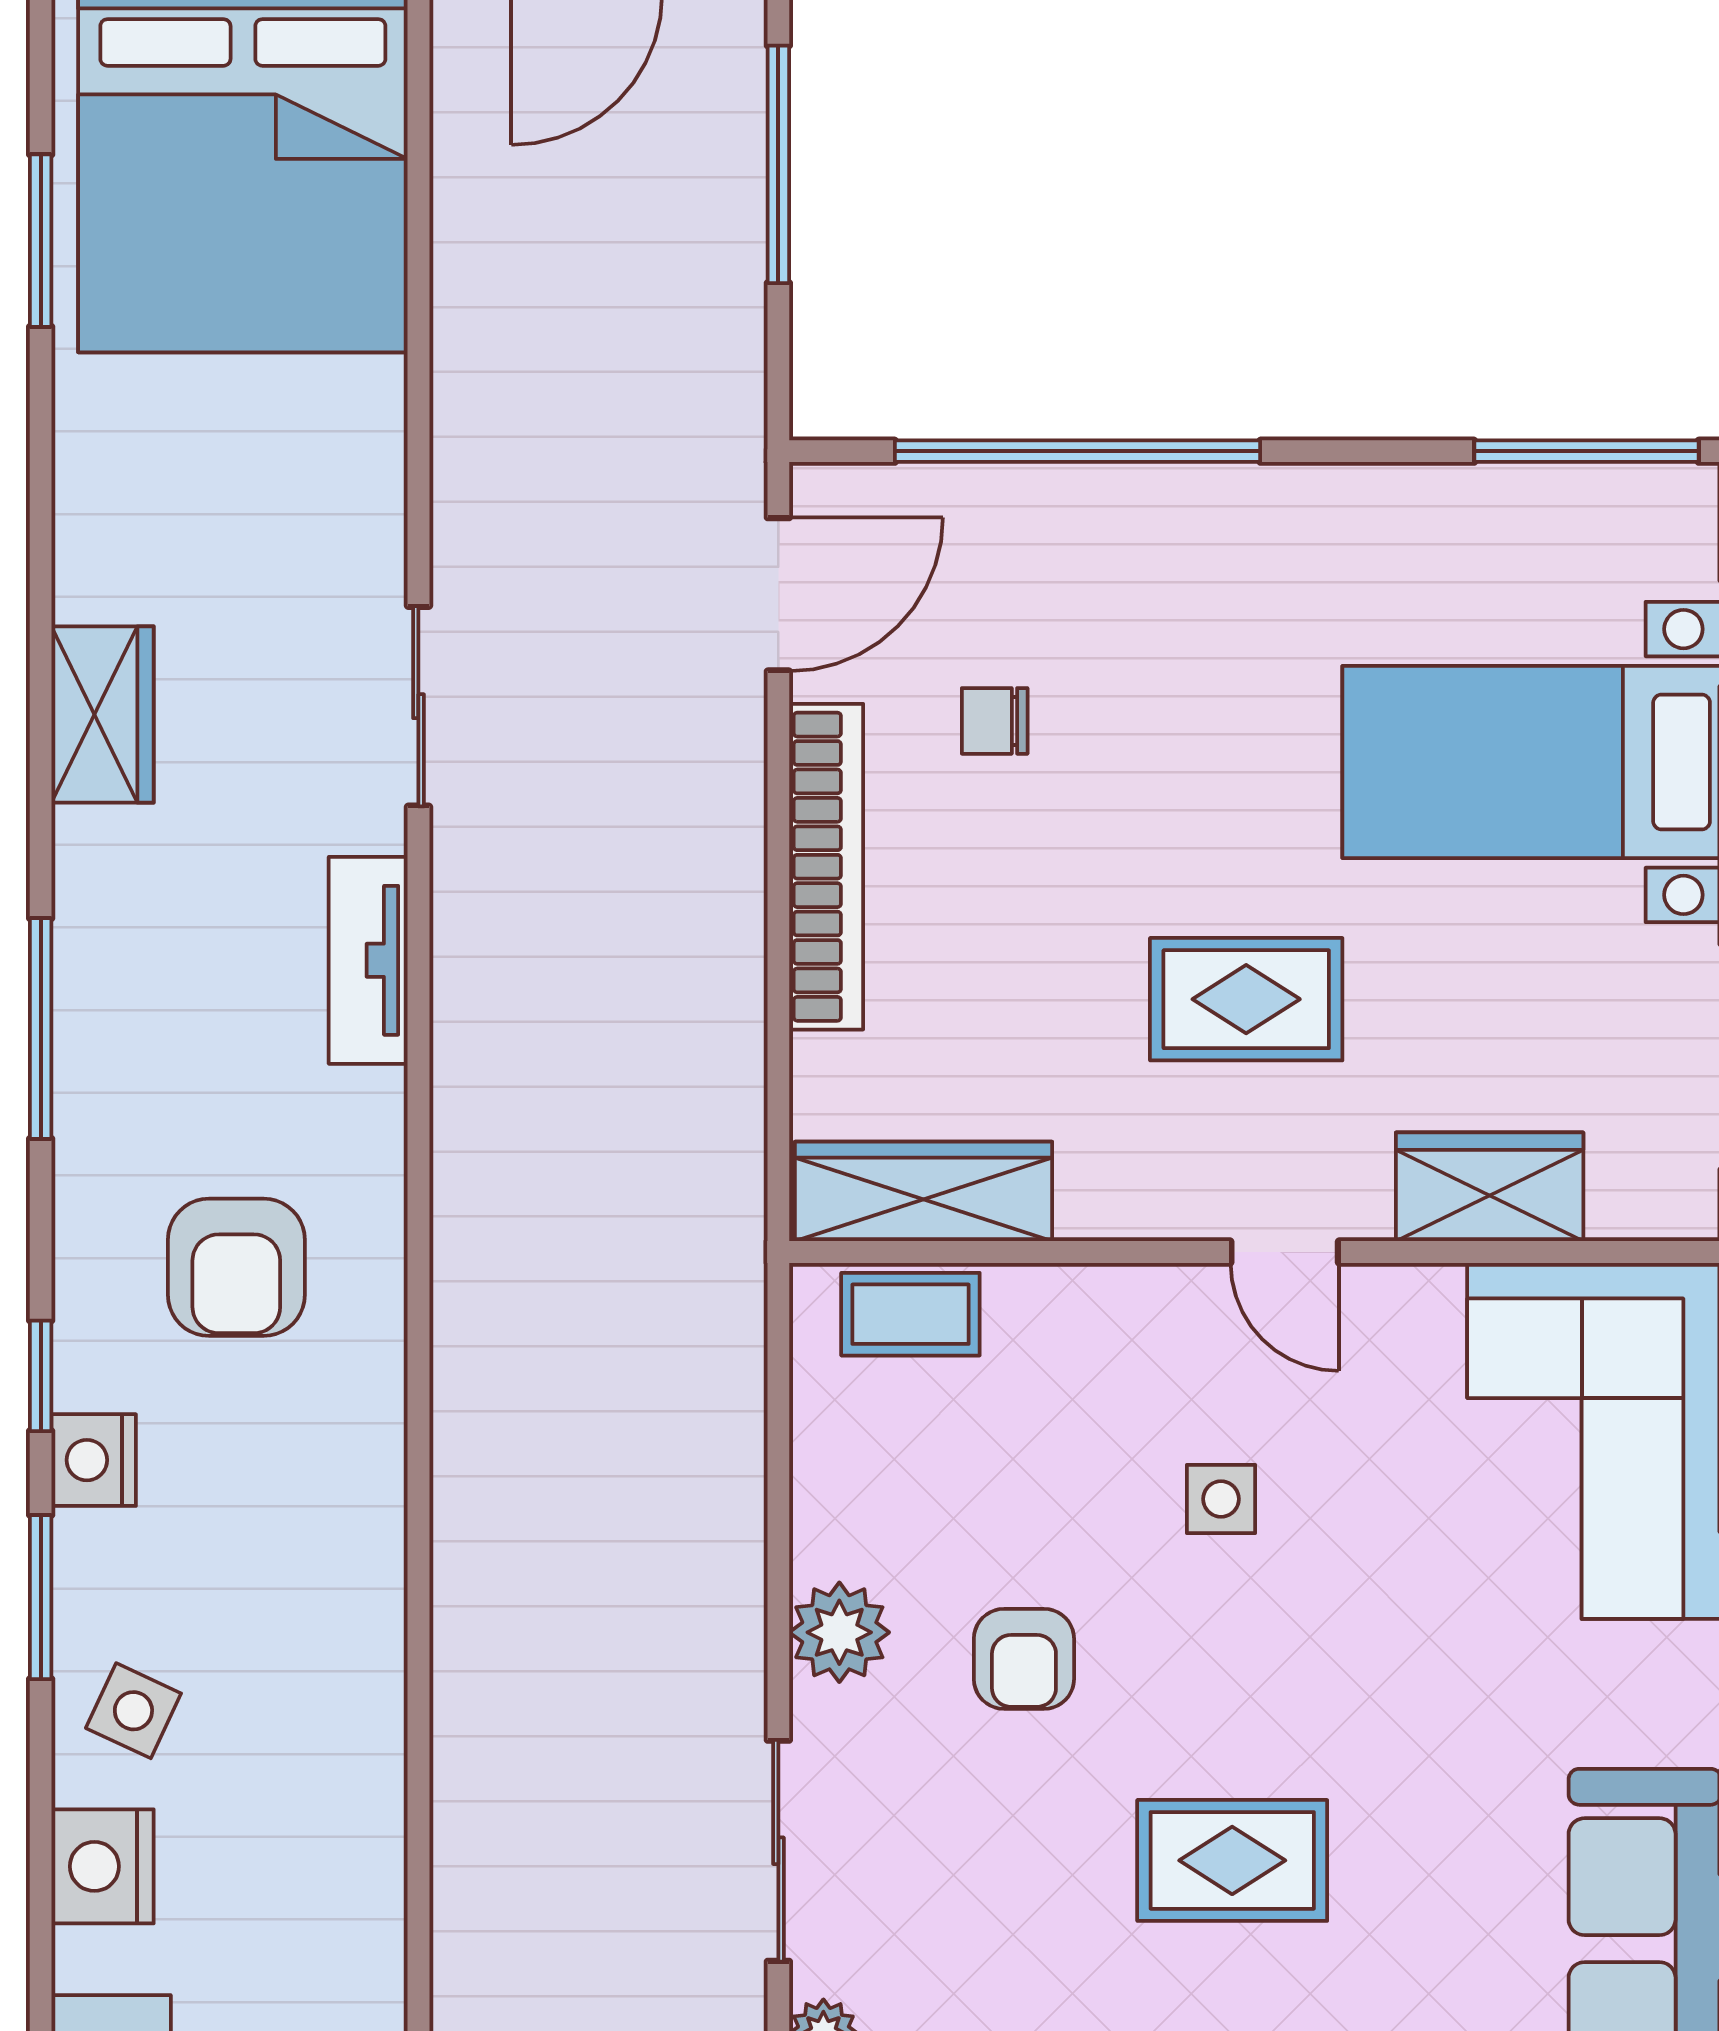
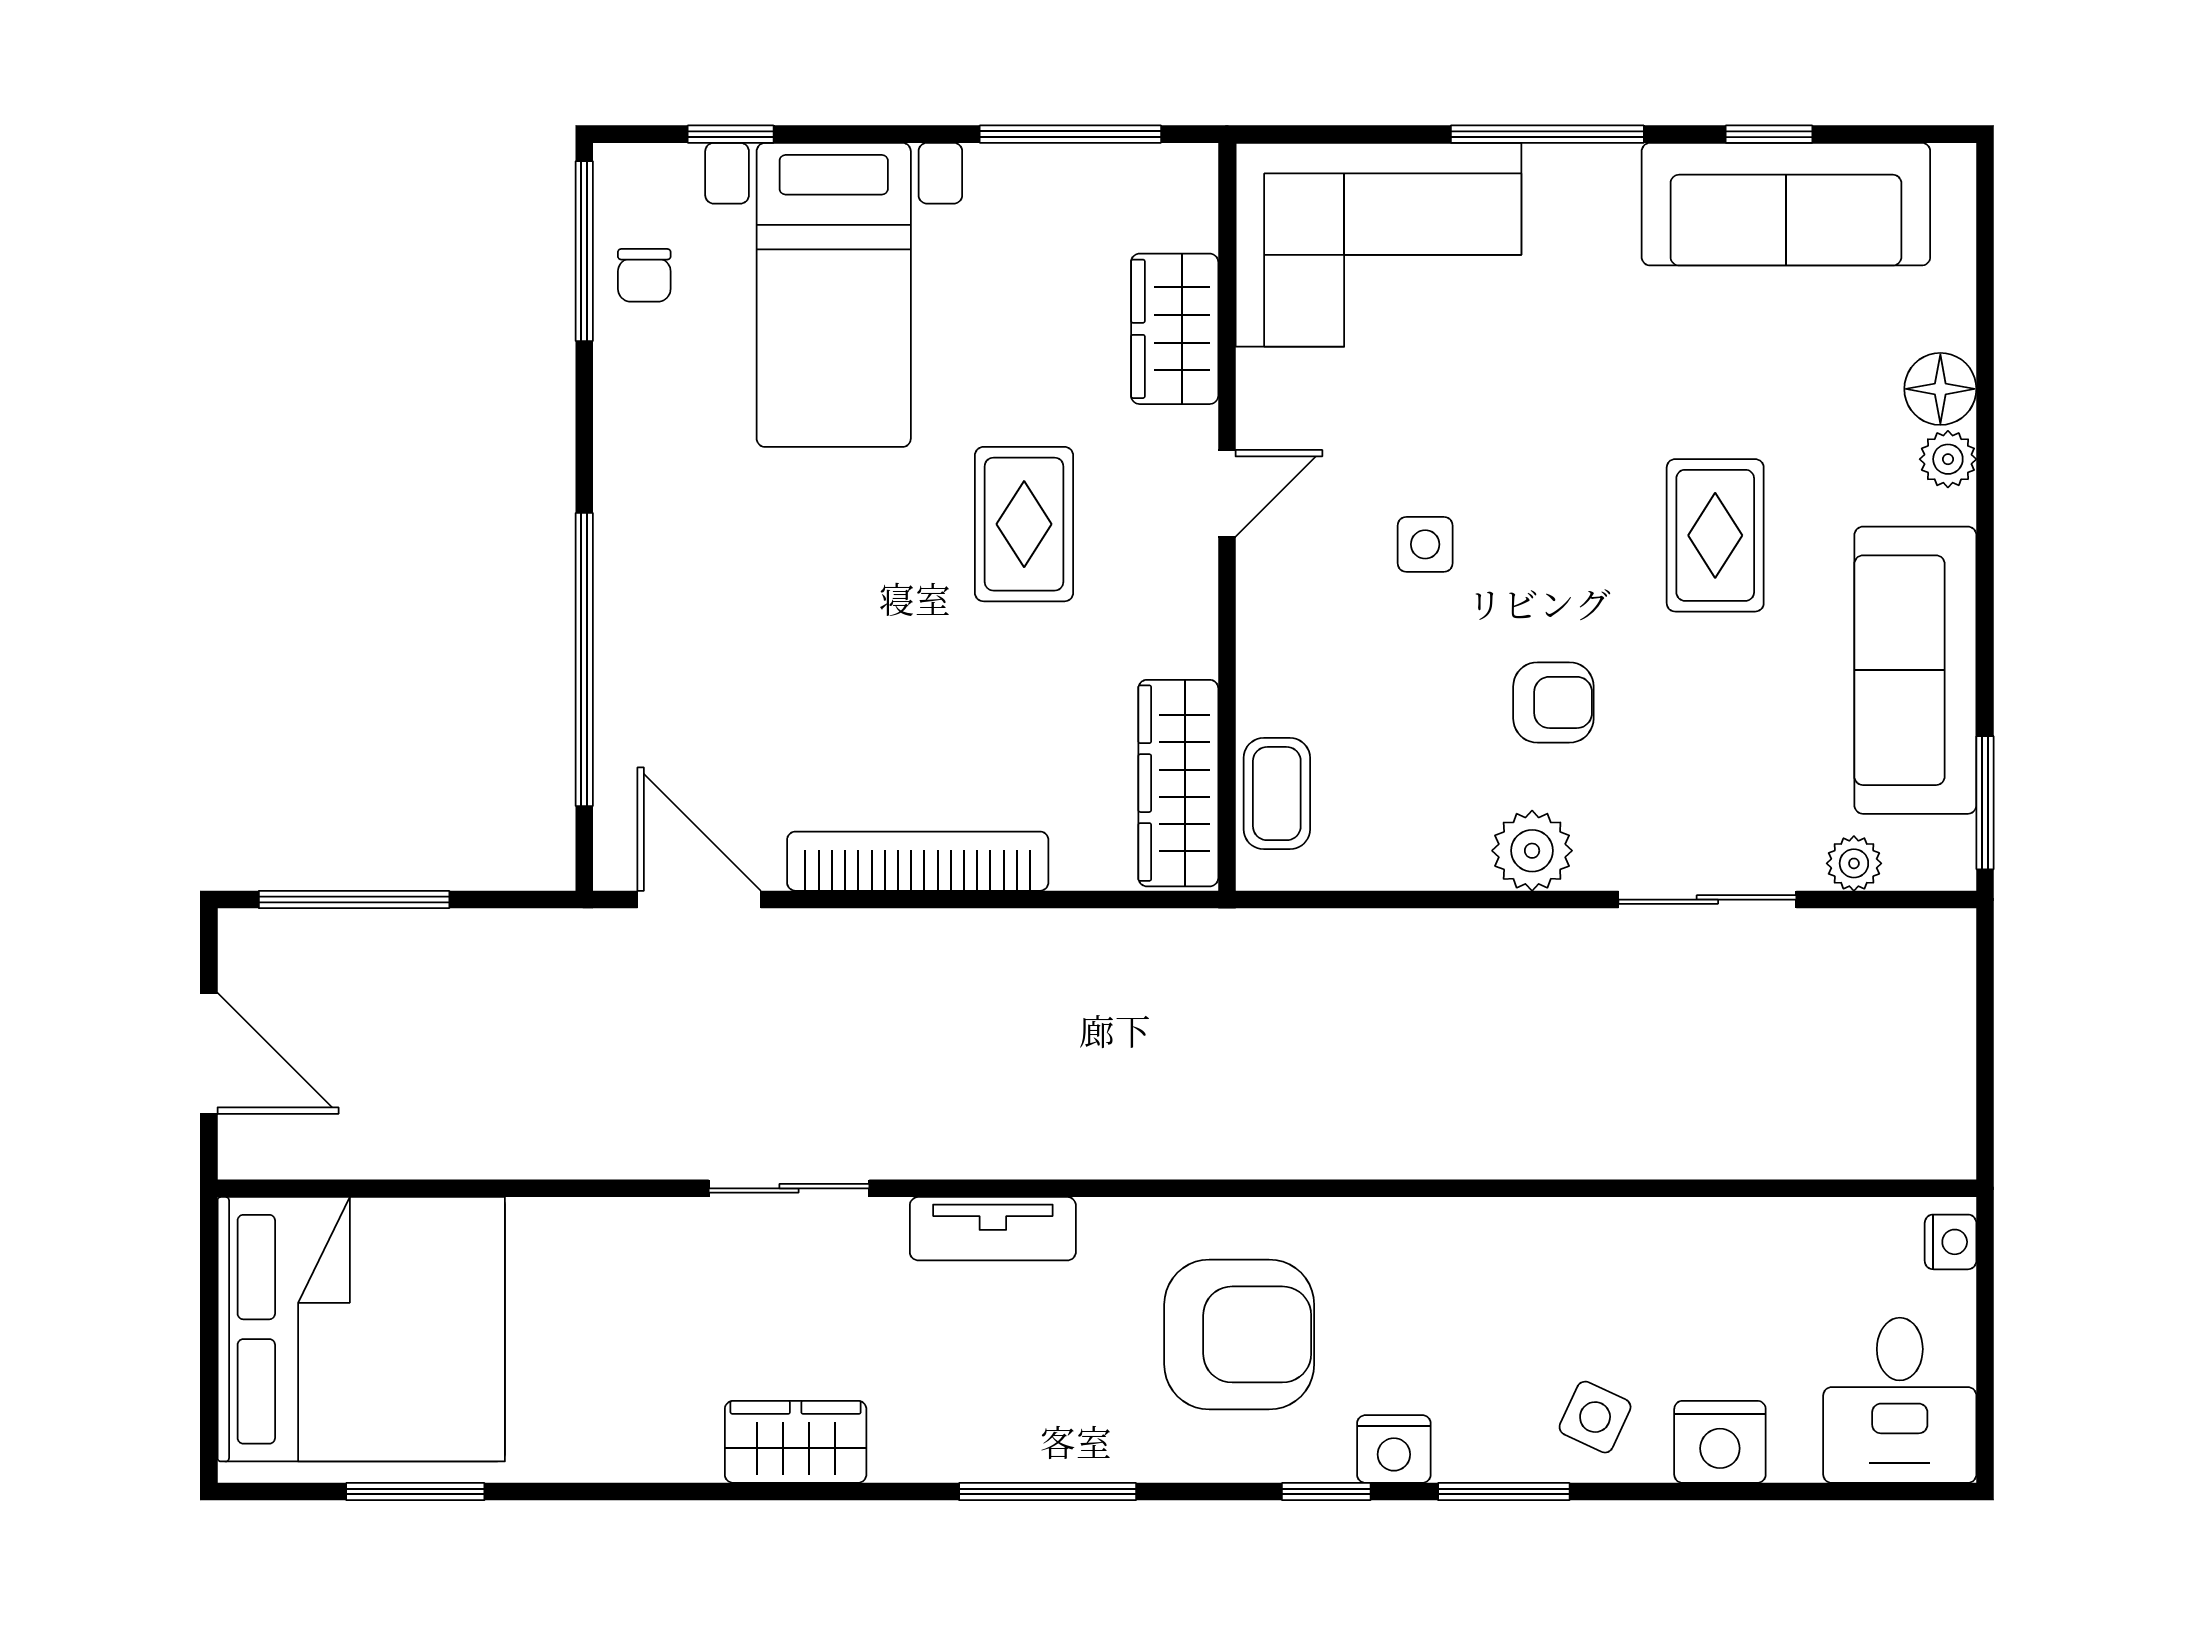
chair: (995, 721) -> (644, 275), moved
armchair: (236, 1267) -> (1239, 1334), width x1.36, depth x1.36

